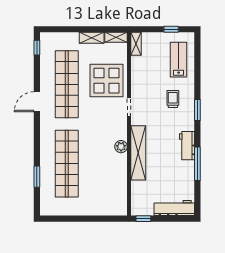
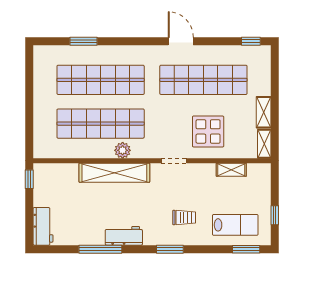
shelving: (136, 44) -> (231, 170), moved
window: (197, 51) -> (246, 249), added
display table: (106, 81) -> (208, 131), width x0.73, depth x0.73
shop shelf: (100, 164) -> (101, 124), added
workbench: (174, 208) -> (43, 226), width x0.73

